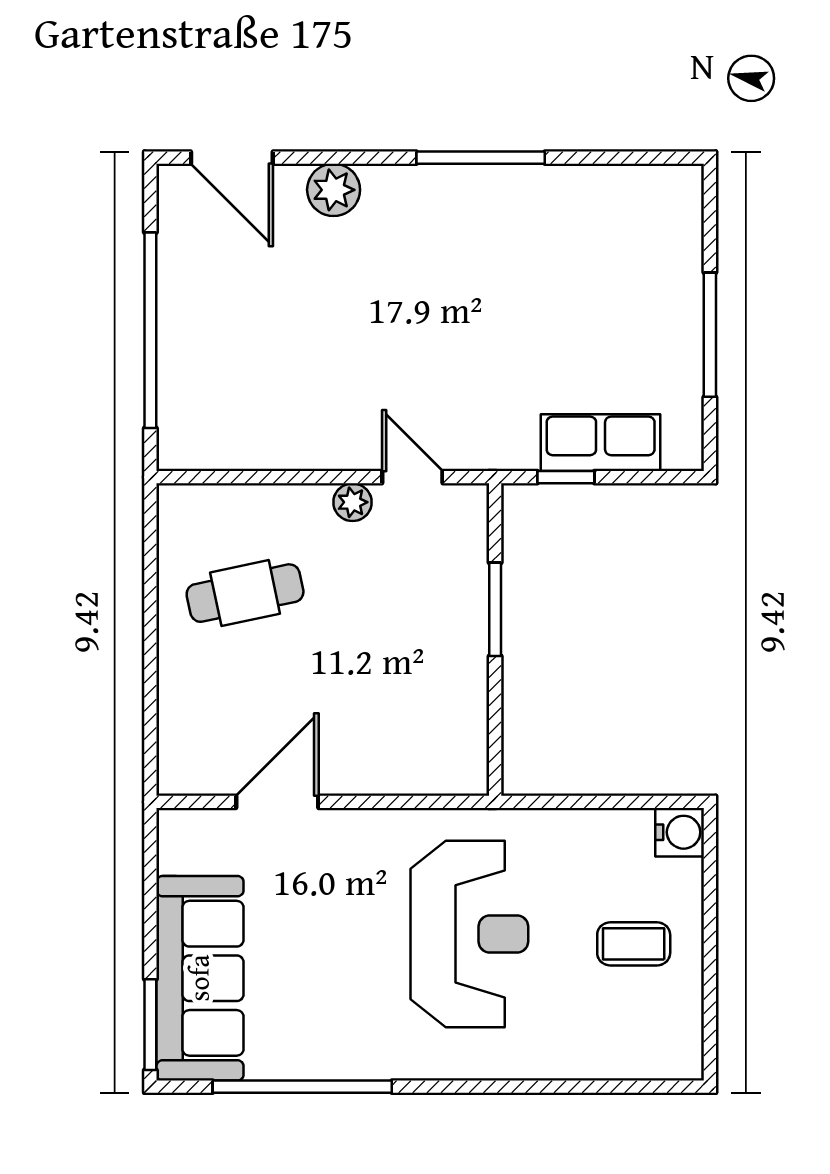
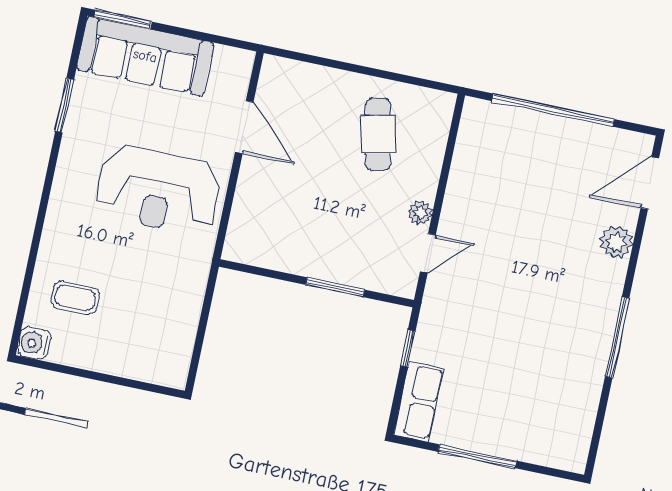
row of seats: (601, 443) -> (419, 402), moved
water cooler: (680, 832) -> (34, 343), moved, turned 90
reception desk: (469, 934) -> (158, 190), moved
coffee table: (634, 944) -> (75, 297), moved, turned 90
window: (302, 1087) -> (65, 105), width x0.47

